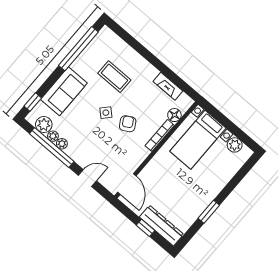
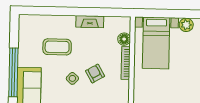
window: (78, 49) -> (13, 72), moved
fireplace: (168, 86) -> (90, 22), moved

